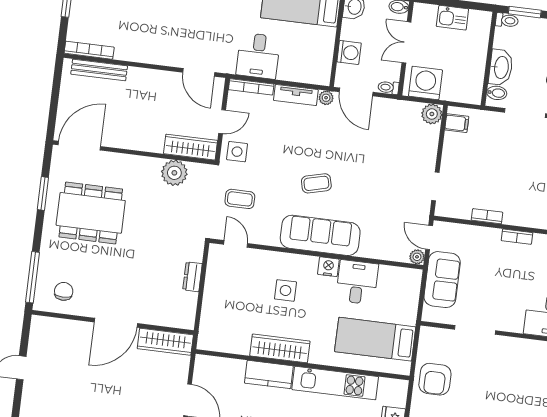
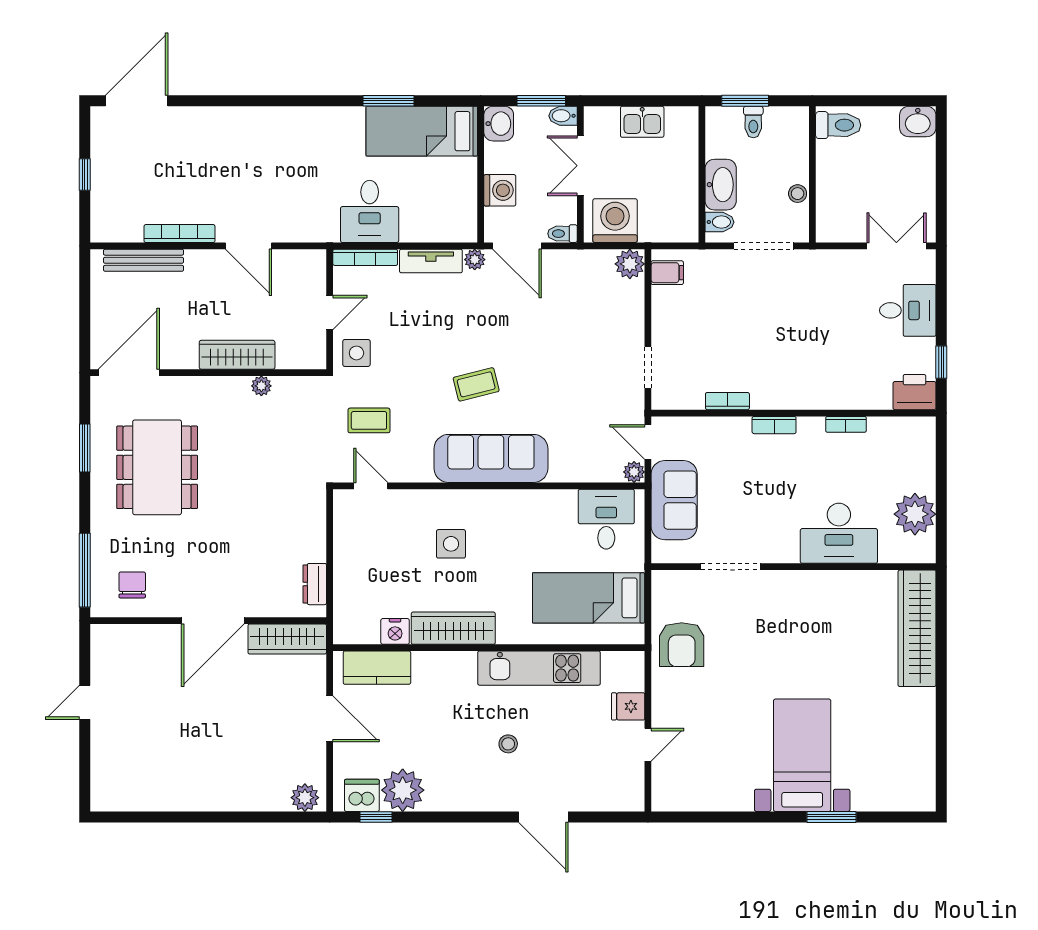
toilet: (507, 20) -> (753, 122), moved, turned 90
bookcase: (89, 50) -> (179, 234), moved
door: (199, 72) -> (249, 246), moved
wardrobe: (191, 147) -> (237, 355), moved
plant: (174, 173) -> (261, 386), width x0.53, depth x0.53
dining table: (91, 213) -> (157, 467), turned 90
nightstand: (328, 267) -> (395, 631), moved, turned 180
dresser: (192, 277) -> (315, 584), moved
desk: (357, 282) -> (606, 519), moved
kitchen counter: (269, 374) -> (377, 668), moved

